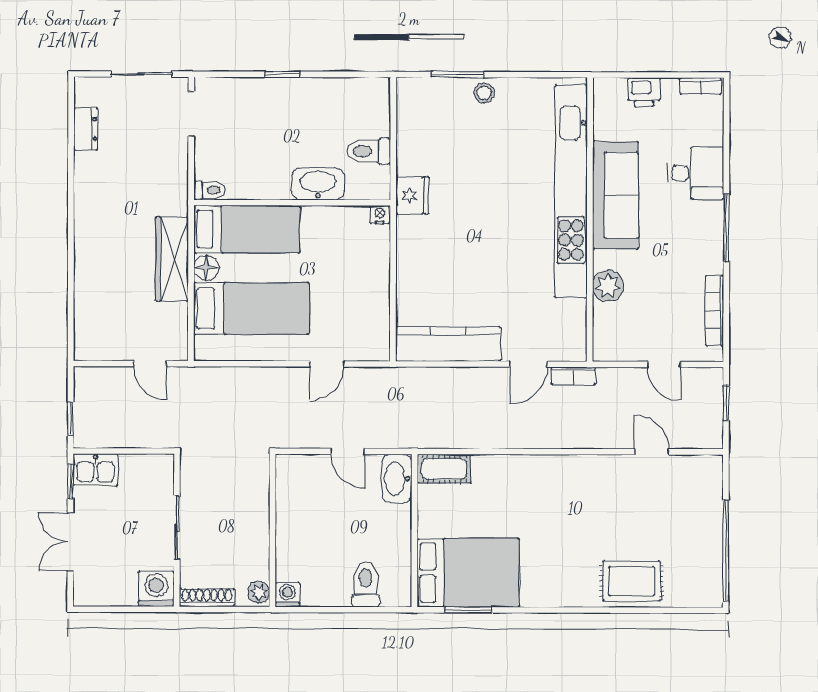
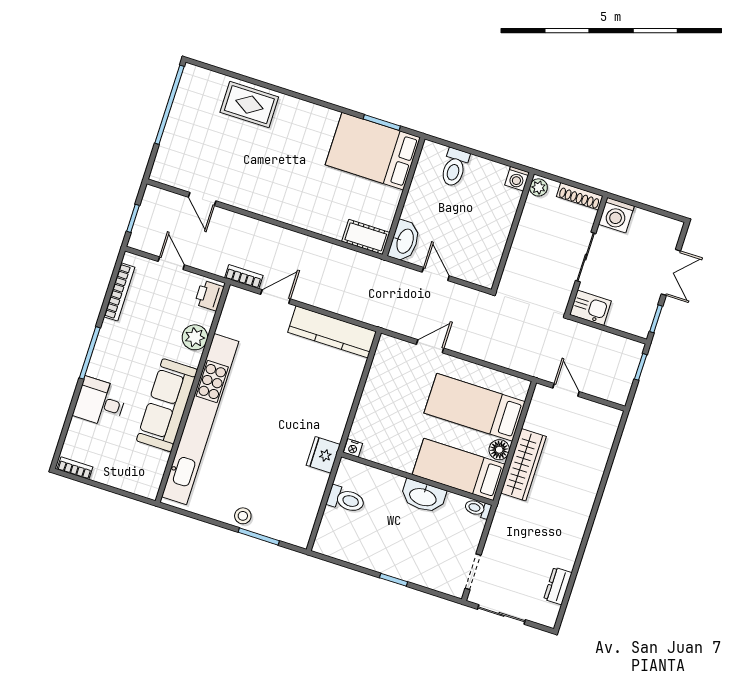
printer: (644, 92) -> (209, 295), moved, turned -90
washbasin: (318, 184) -> (423, 496), moved
kitchen sink: (95, 470) -> (590, 308), moved

